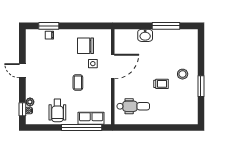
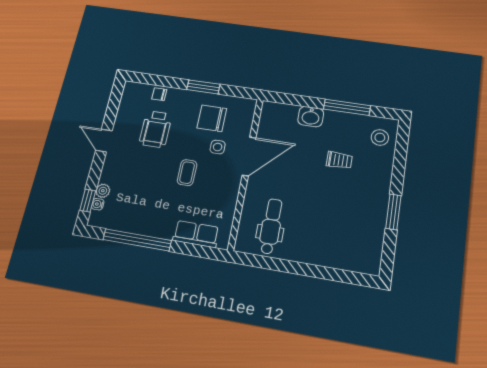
window: (49, 26) -> (203, 87), moved
stool: (183, 74) -> (380, 137), moved
trolley: (161, 84) -> (339, 160), moved
dental chair: (133, 106) -> (271, 226), turned -90
wheelchair: (57, 111) -> (155, 129), moved
window: (82, 127) -> (137, 240), moved

